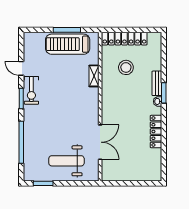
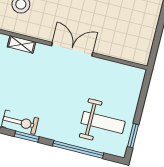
double door: (100, 142) -> (72, 49), moved
weight bench: (66, 161) -> (103, 122), moved, turned -90

